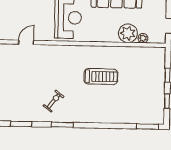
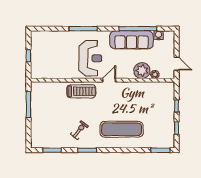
door: (26, 42) -> (109, 80), moved
treadmill: (101, 77) -> (81, 91), moved
exercise mat: (103, 101) -> (122, 129), added

